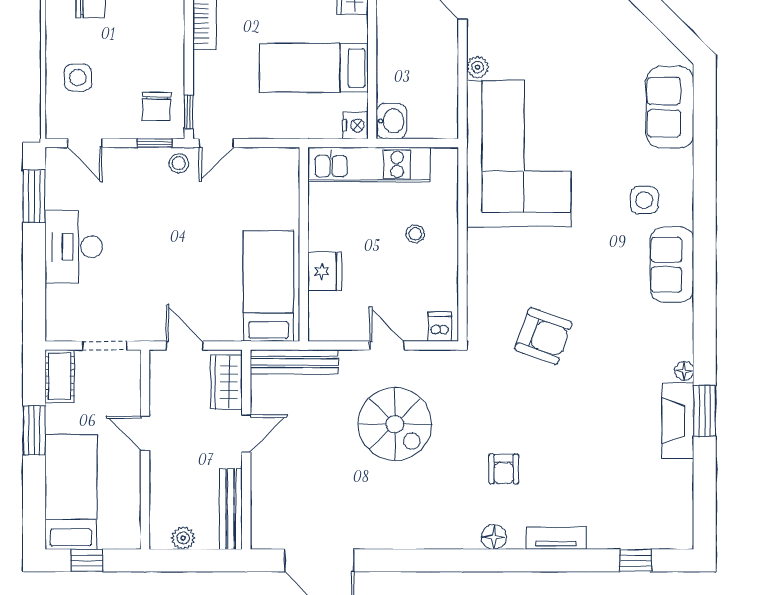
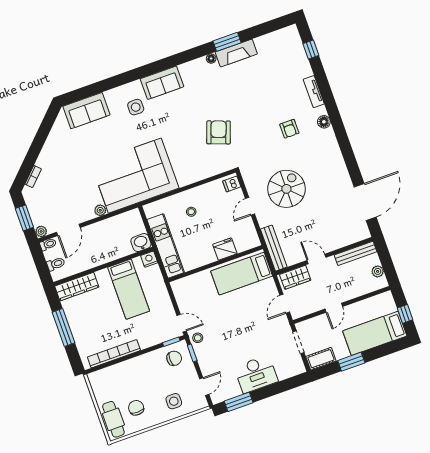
armchair: (504, 469) -> (289, 129), turned 90

